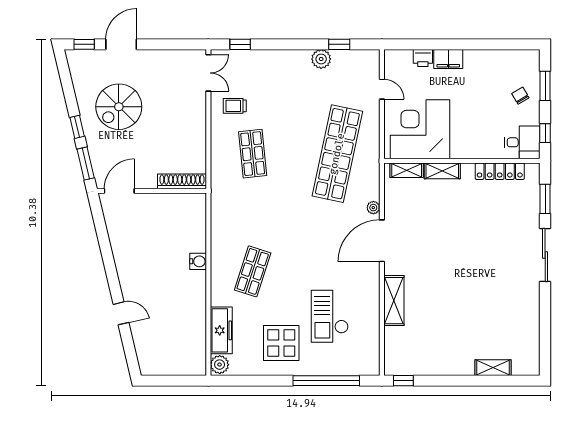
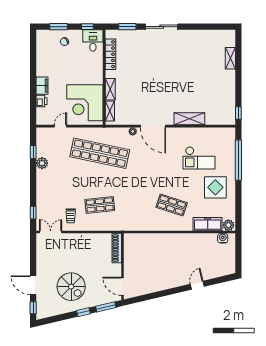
water cooler: (198, 261) -> (223, 238), moved

